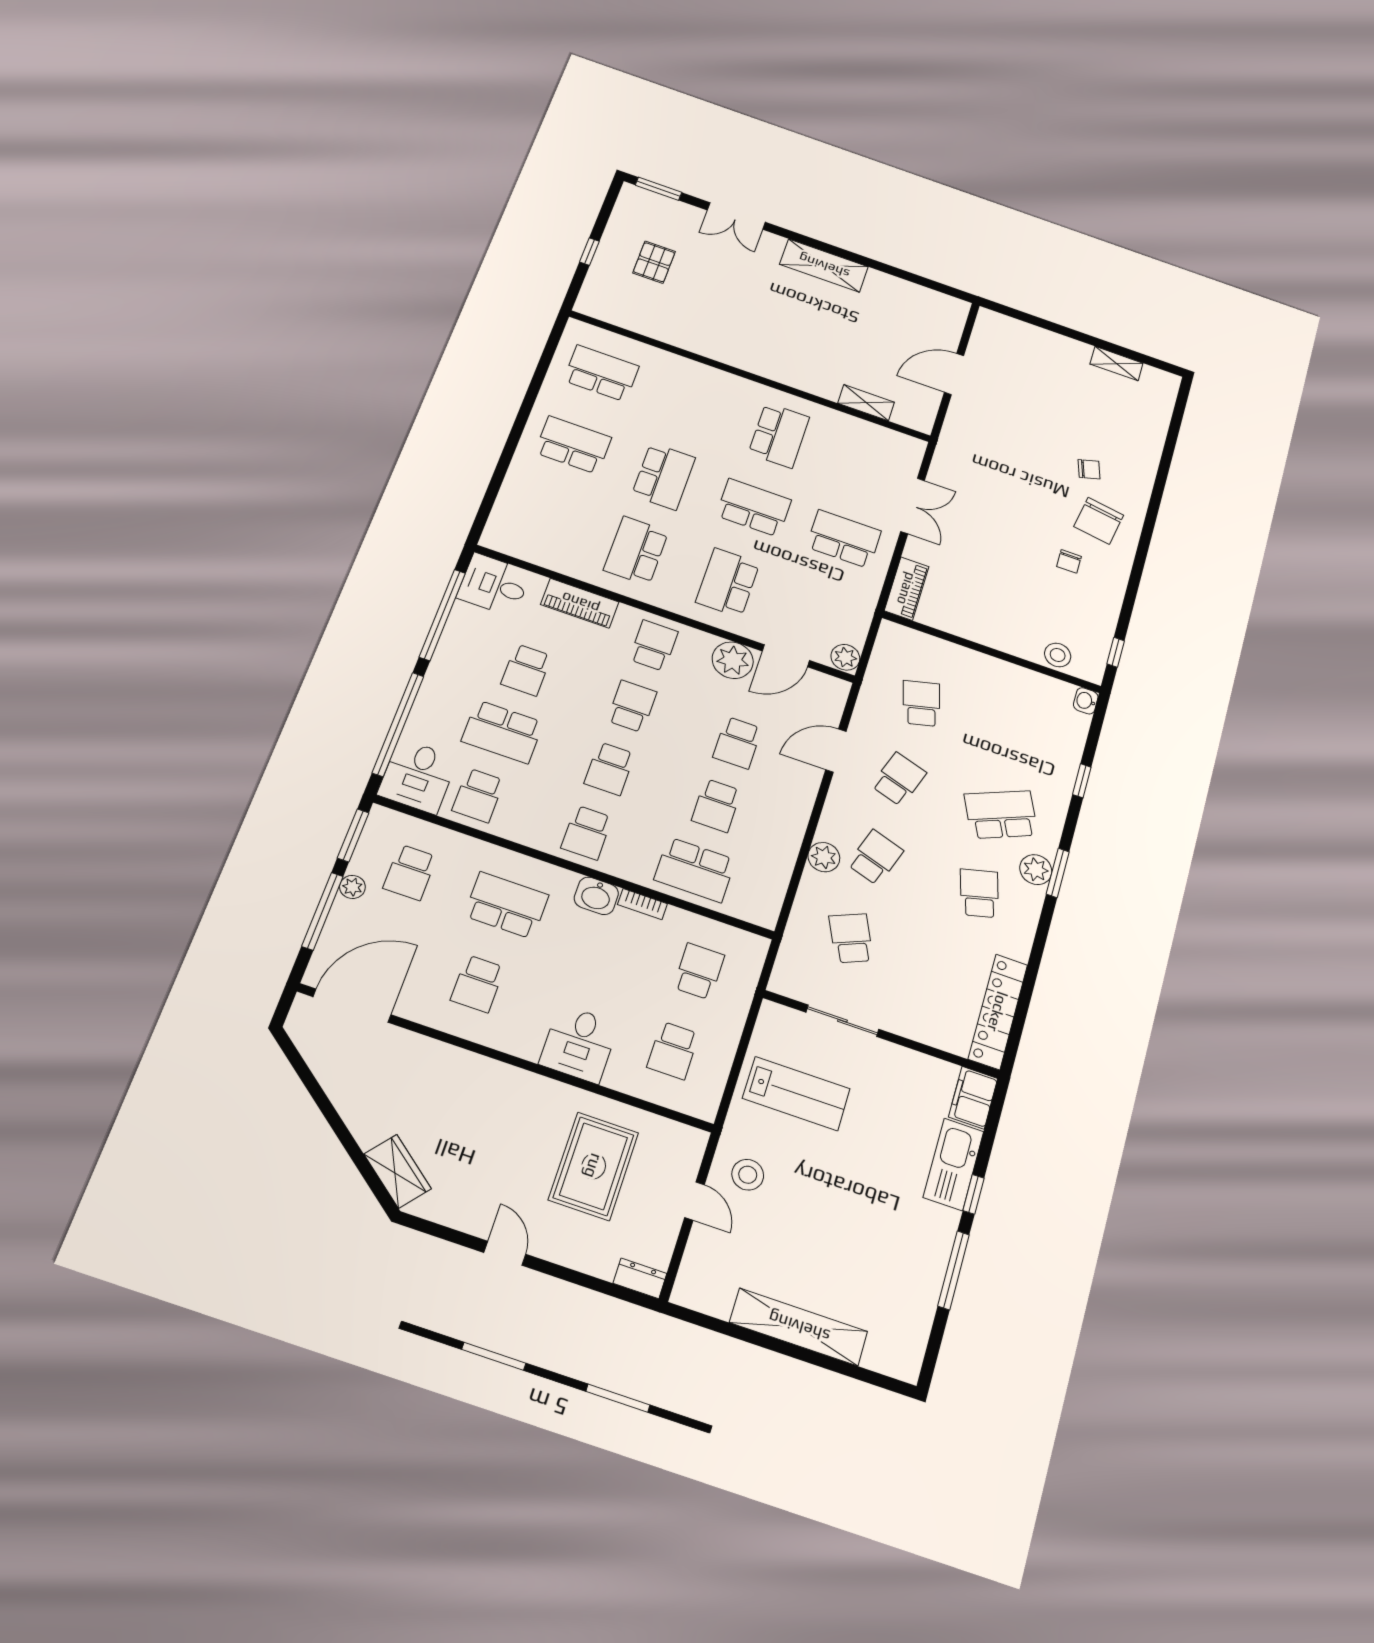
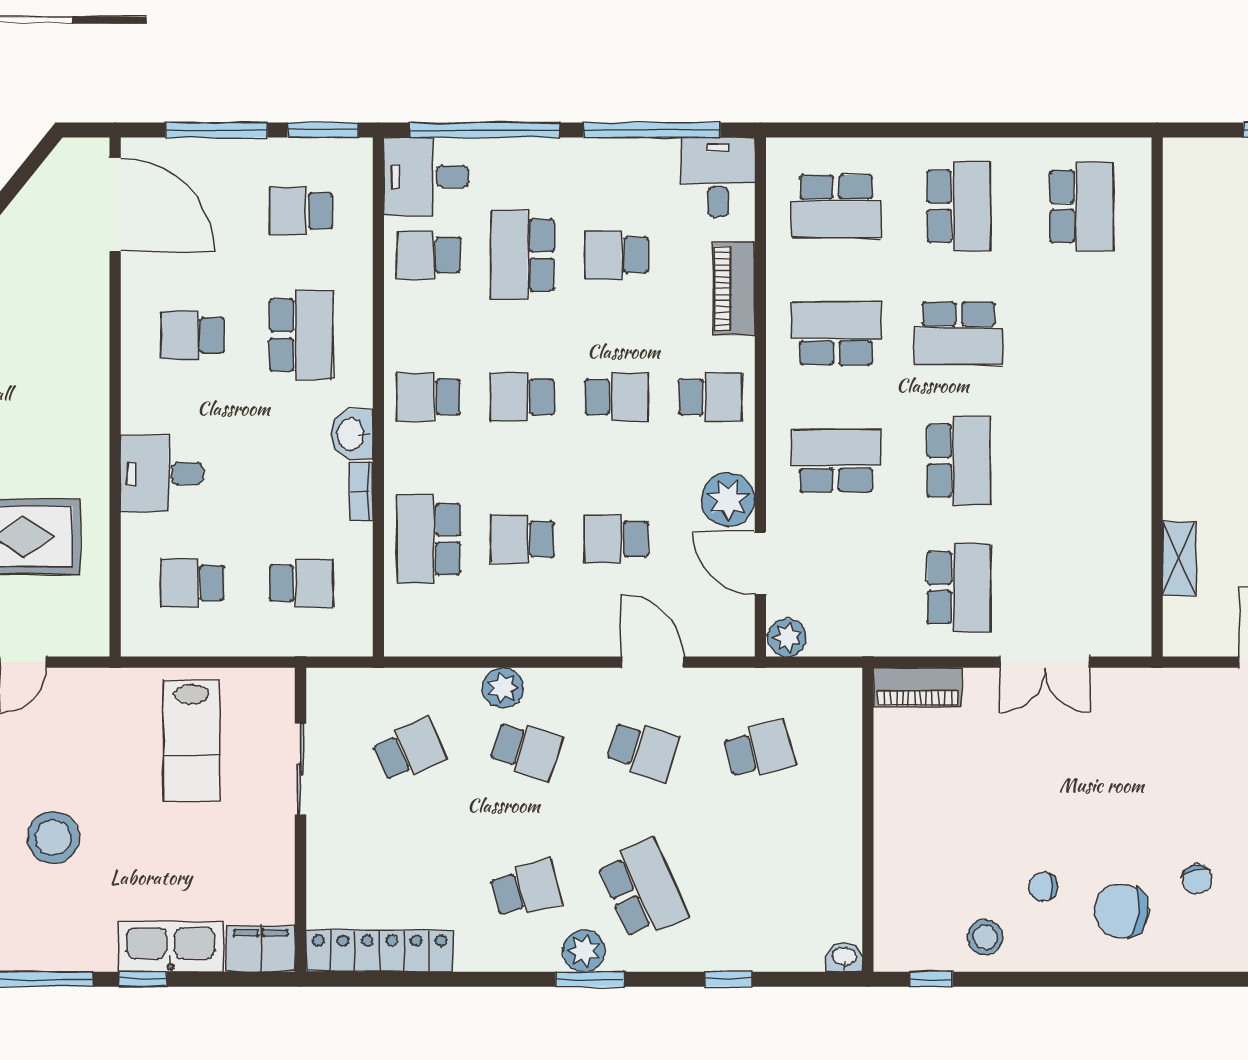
school desk: (779, 435) -> (836, 206), moved
stool: (1058, 655) -> (985, 937), moved
plant: (352, 887) -> (258, 153), removed
stool: (748, 1175) -> (53, 837), moved, width x1.38, depth x1.38

